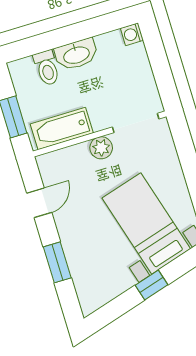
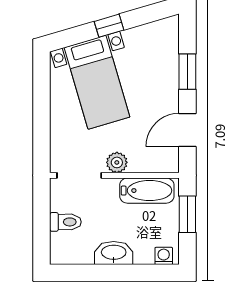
washing machine: (132, 34) -> (164, 256), moved, turned -90
toilet: (47, 68) -> (65, 222), moved, turned 90
door: (39, 203) -> (187, 130), width x1.38

